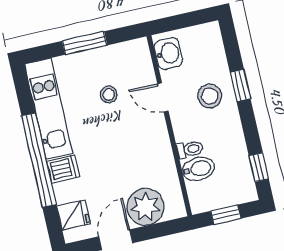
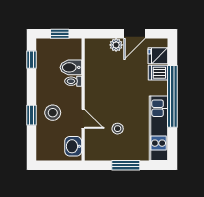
dishwasher: (63, 169) -> (158, 73), moved
plant: (145, 207) -> (116, 45), width x0.53, depth x0.53

